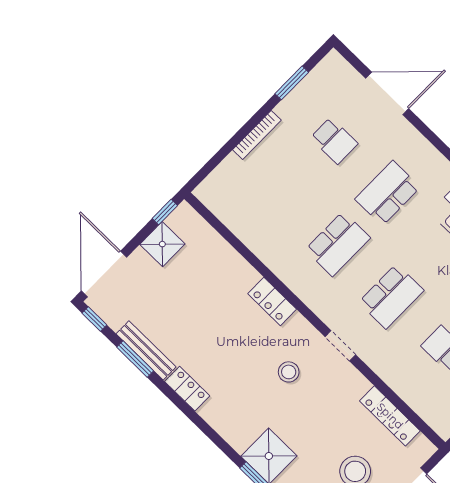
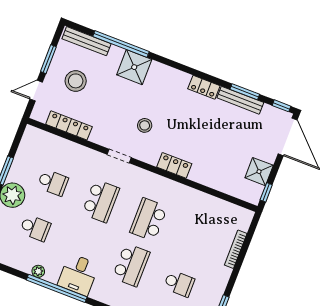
bookcase: (257, 135) -> (236, 249), moved
school desk: (334, 141) -> (179, 283), turned 180
school desk: (391, 296) -> (101, 201), turned 180

